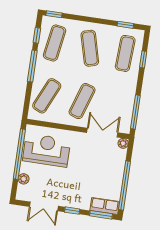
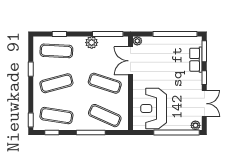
window: (125, 25) -> (31, 69), moved
window: (32, 66) -> (91, 132), moved
plant: (129, 93) -> (92, 43), added
window: (19, 154) -> (177, 132), moved
plant: (24, 179) -> (195, 125), moved
row of seats: (105, 206) -> (196, 60), moved

